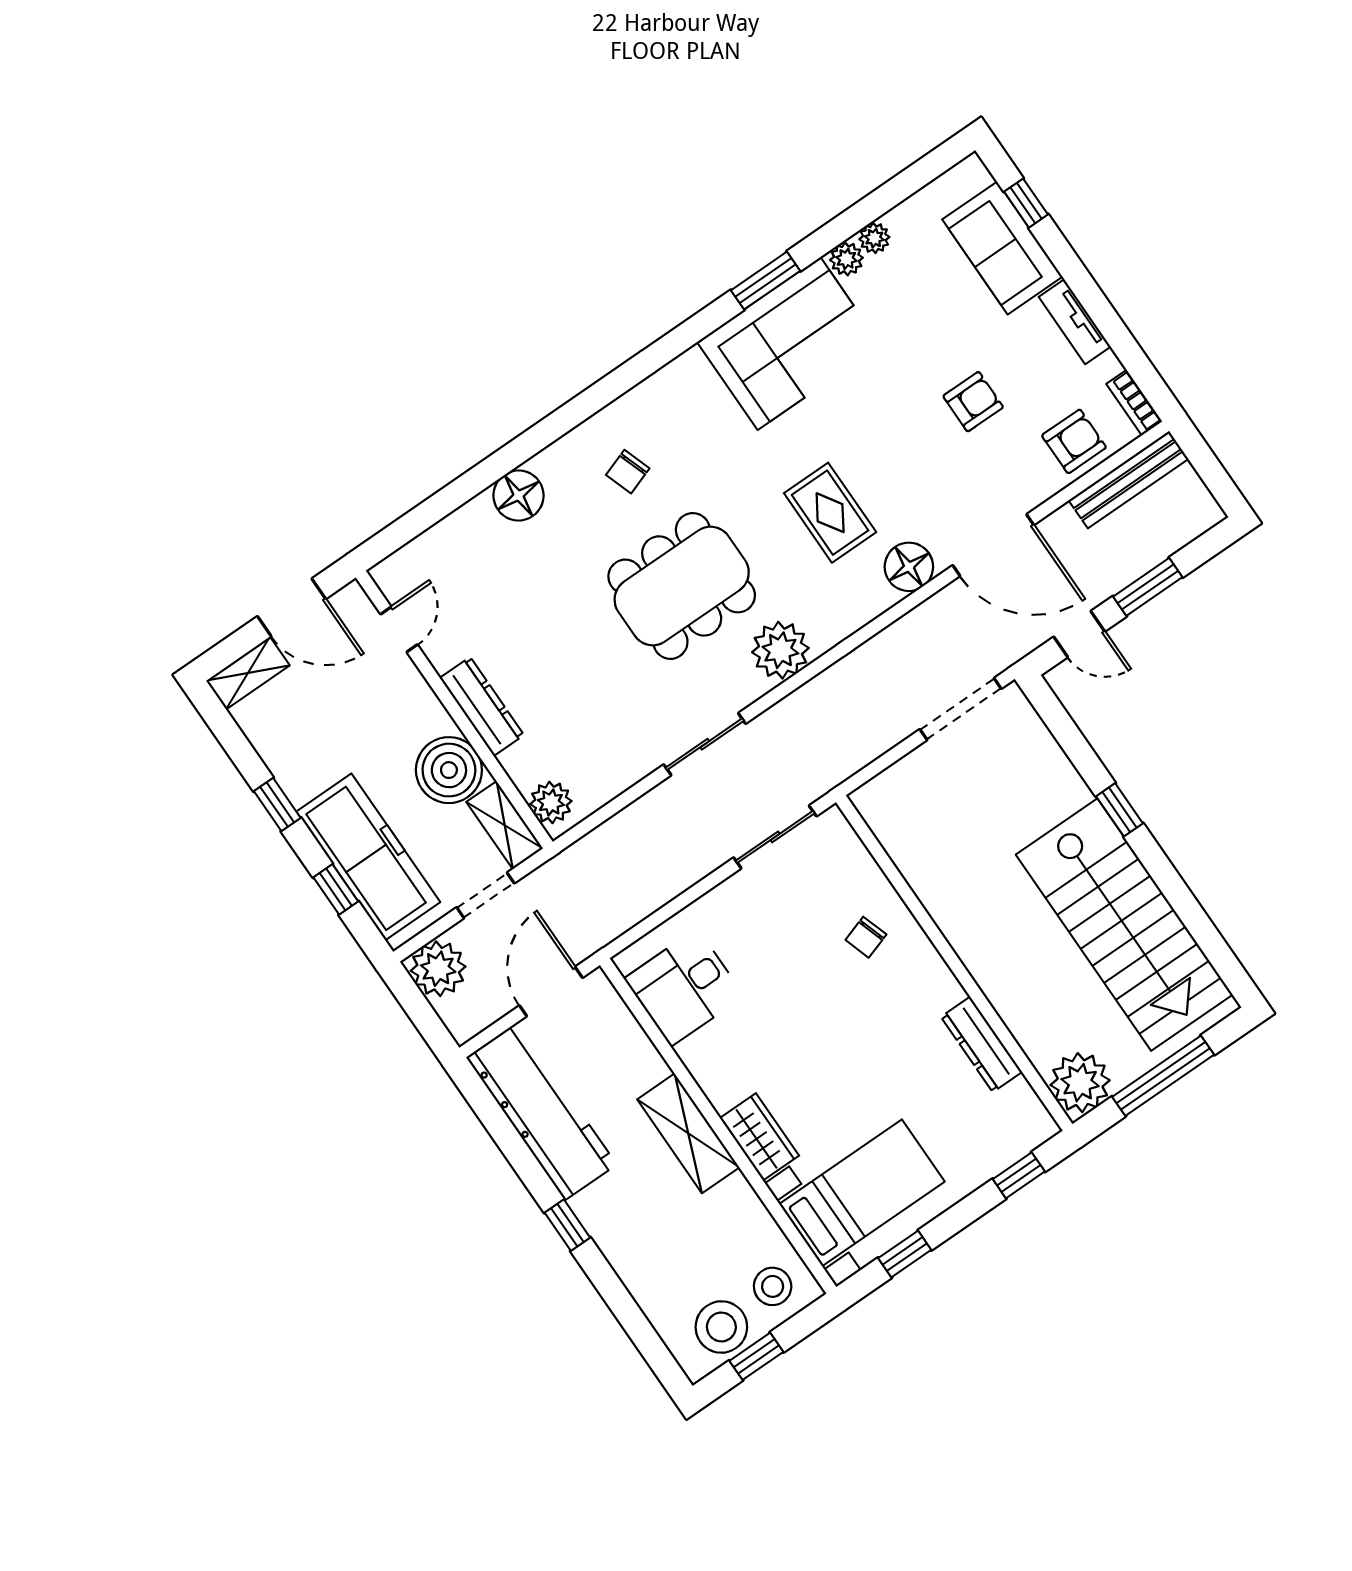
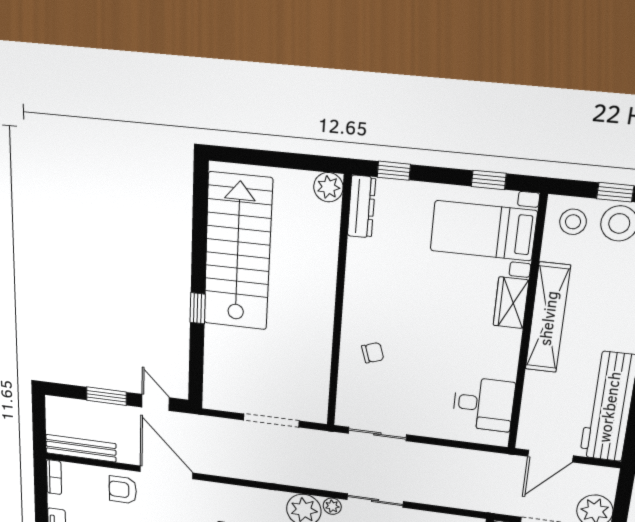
armchair: (1074, 441) -> (123, 490), moved
floor lamp: (909, 567) -> (214, 495), removed
plant: (750, 688) -> (332, 506), added
doorway: (961, 709) -> (271, 420), moved
dresser: (982, 1044) -> (361, 207), moved
window: (1163, 1076) -> (277, 159), removed
plant: (1080, 1083) -> (328, 187), width x0.73, depth x0.73
shelving: (688, 1133) -> (548, 318), width x1.47

